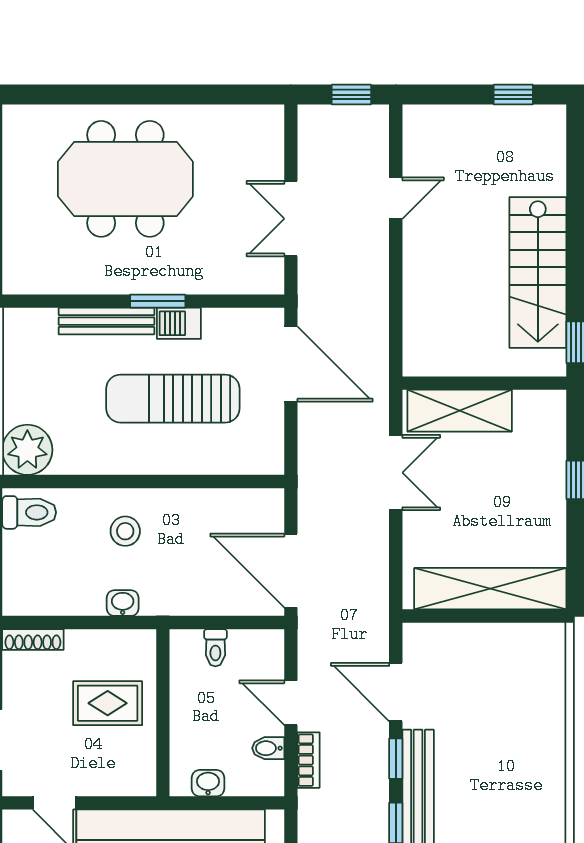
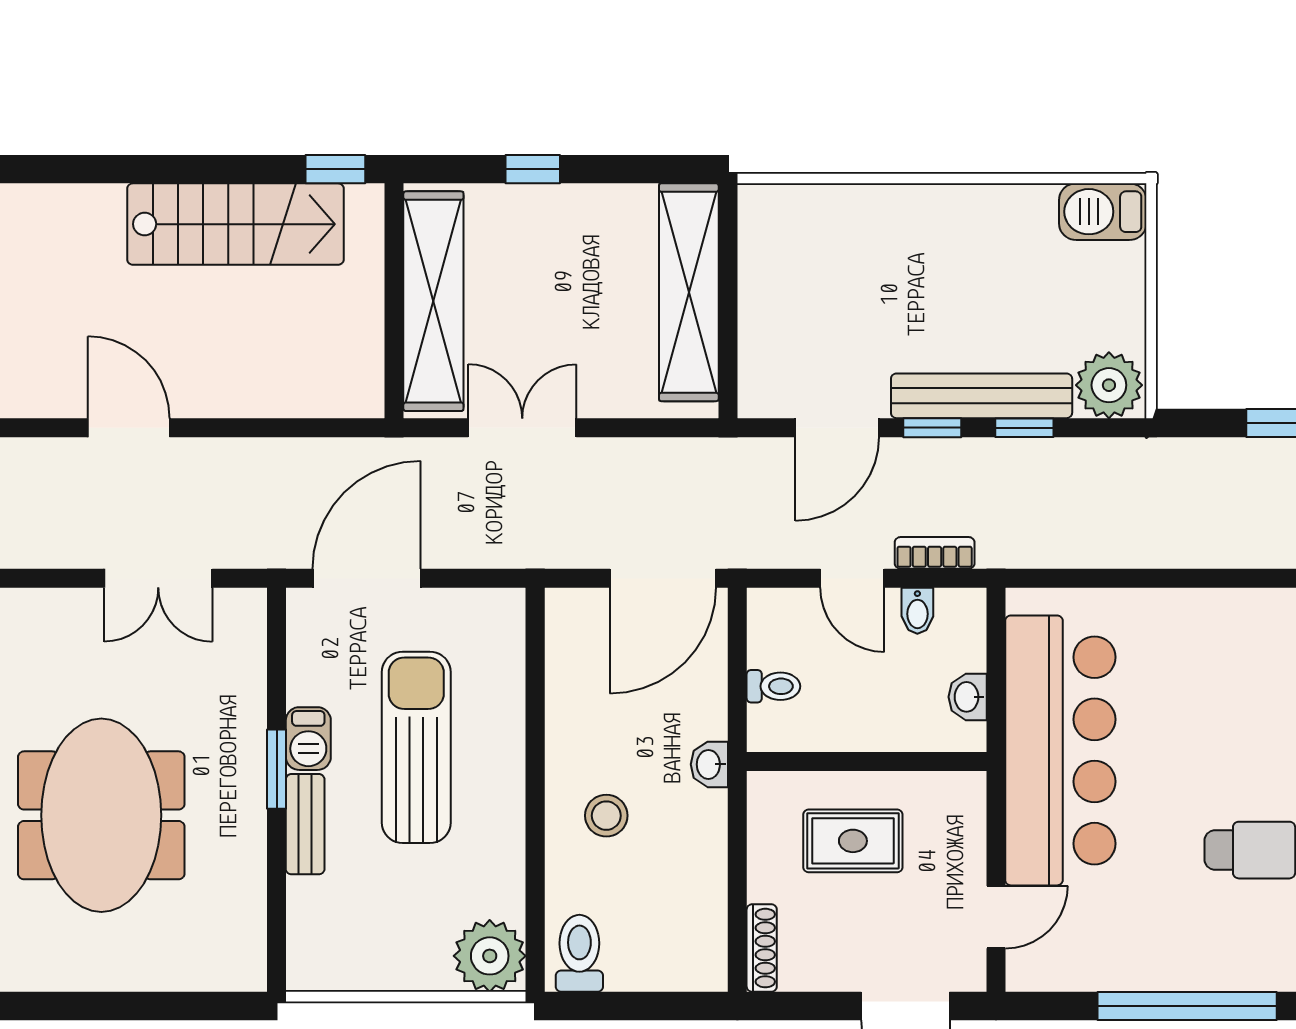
door: (396, 198) -> (129, 428), width x1.38
bench: (107, 321) -> (305, 824), width x0.73
sun lounger: (173, 399) -> (416, 747), turned 180
shelving: (460, 411) -> (433, 301), width x1.47
washbasin: (123, 603) -> (709, 764), moved
rug: (108, 703) -> (853, 841), turned 90
door: (291, 703) -> (852, 578), hinge flipped

